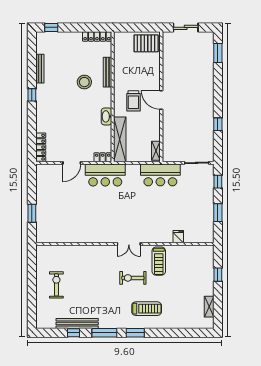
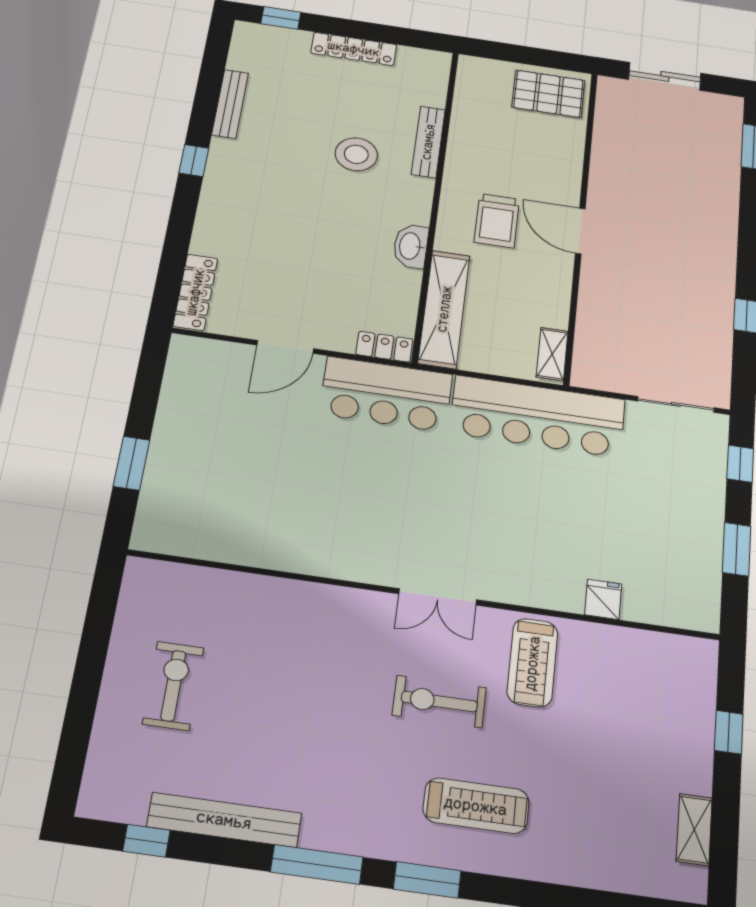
locker: (97, 36) -> (354, 49), moved
bar counter: (160, 175) -> (538, 416), width x1.36
window: (74, 333) -> (146, 841), moved

